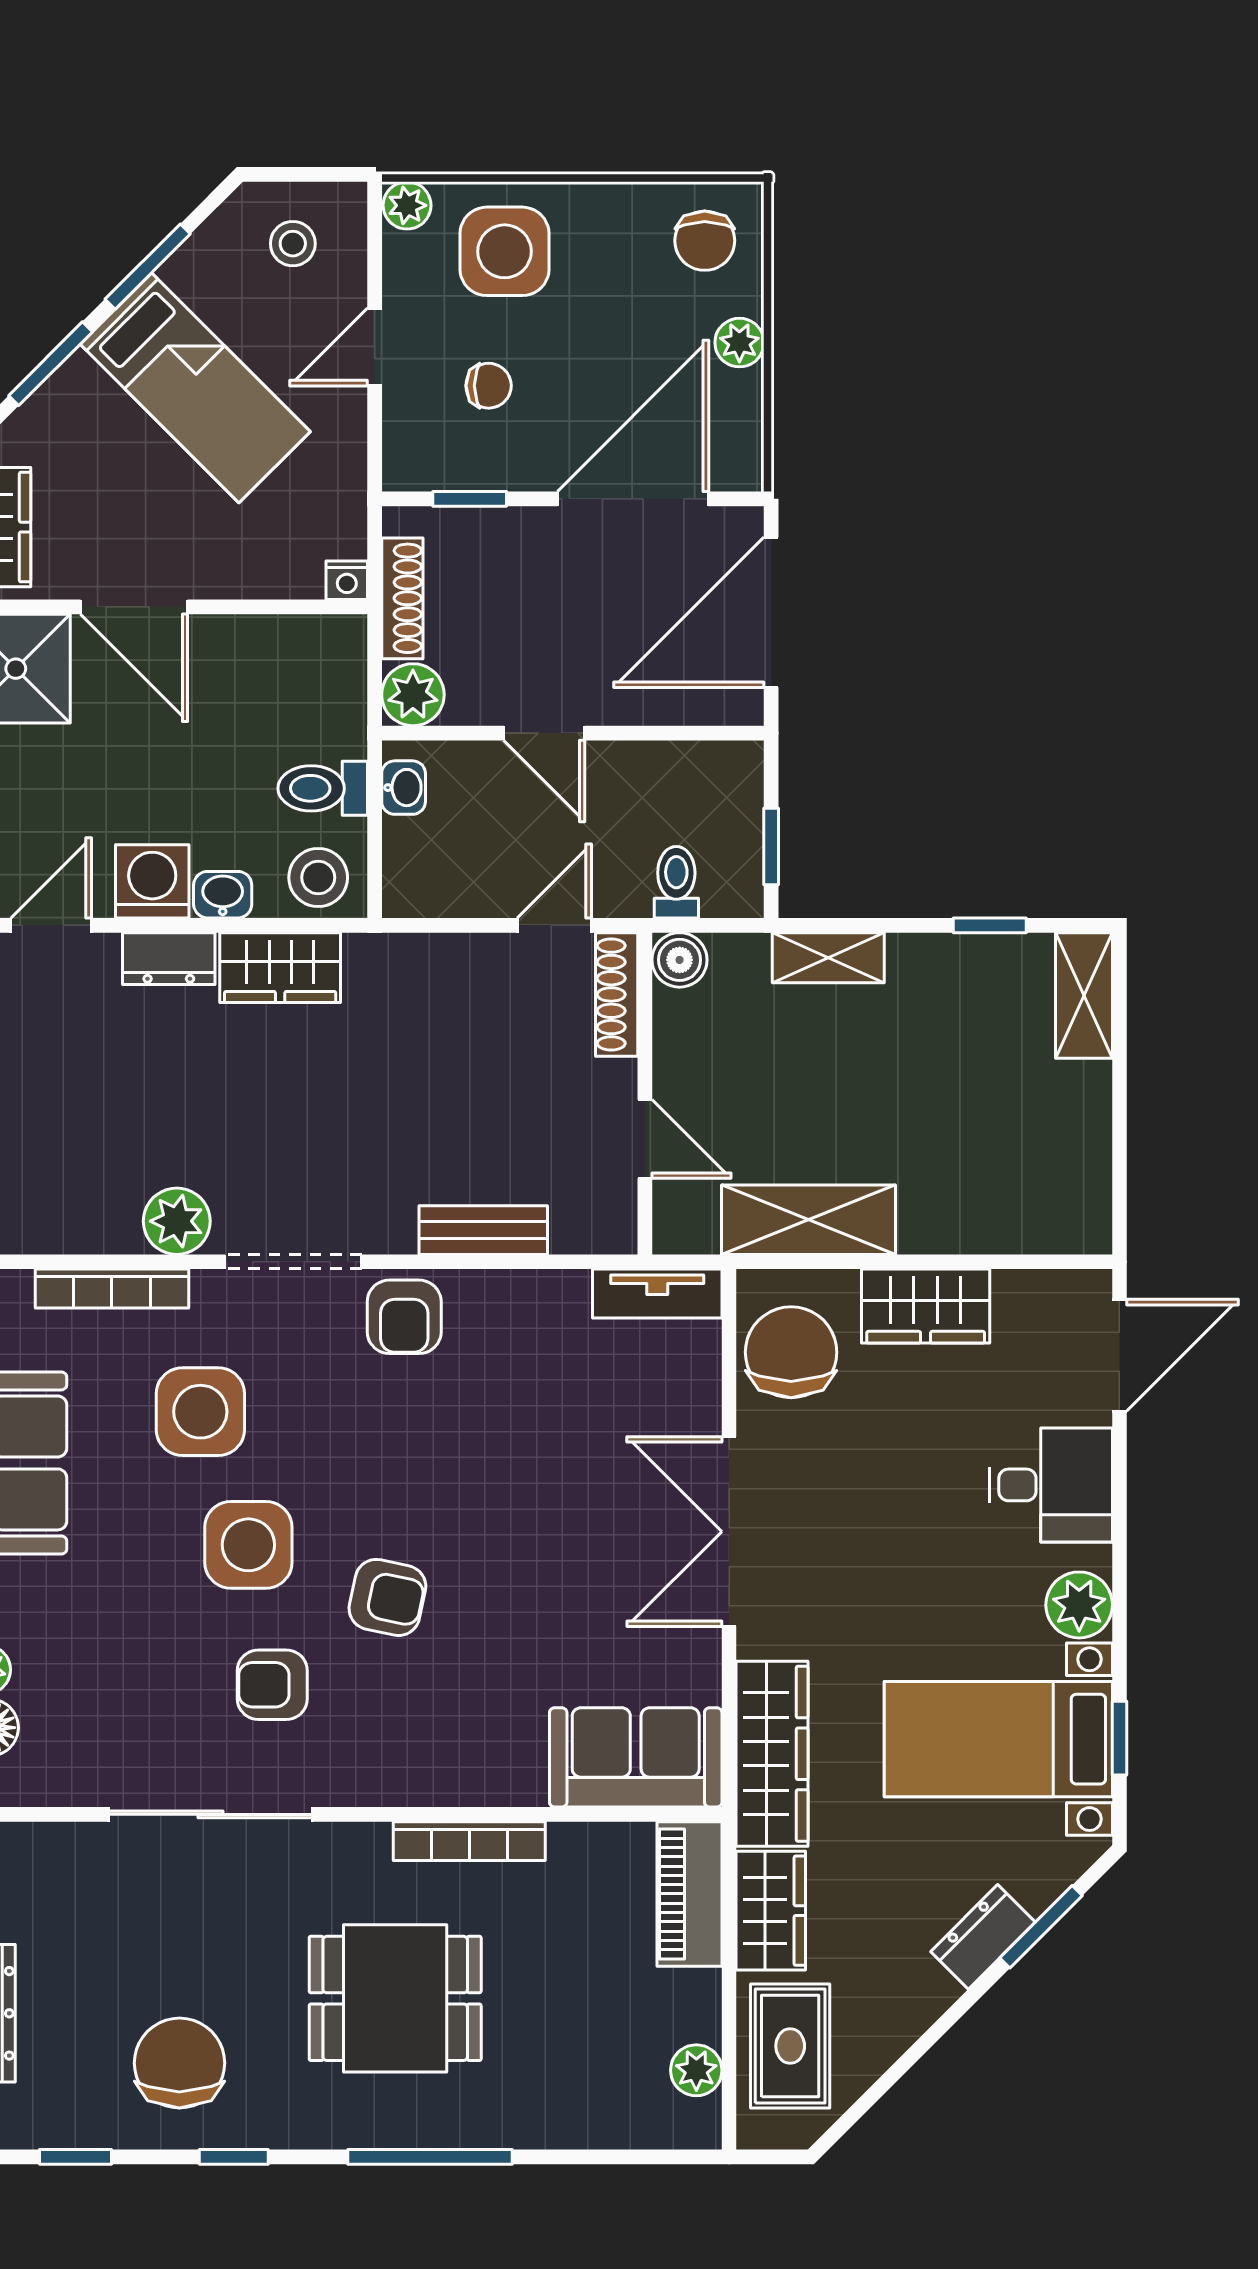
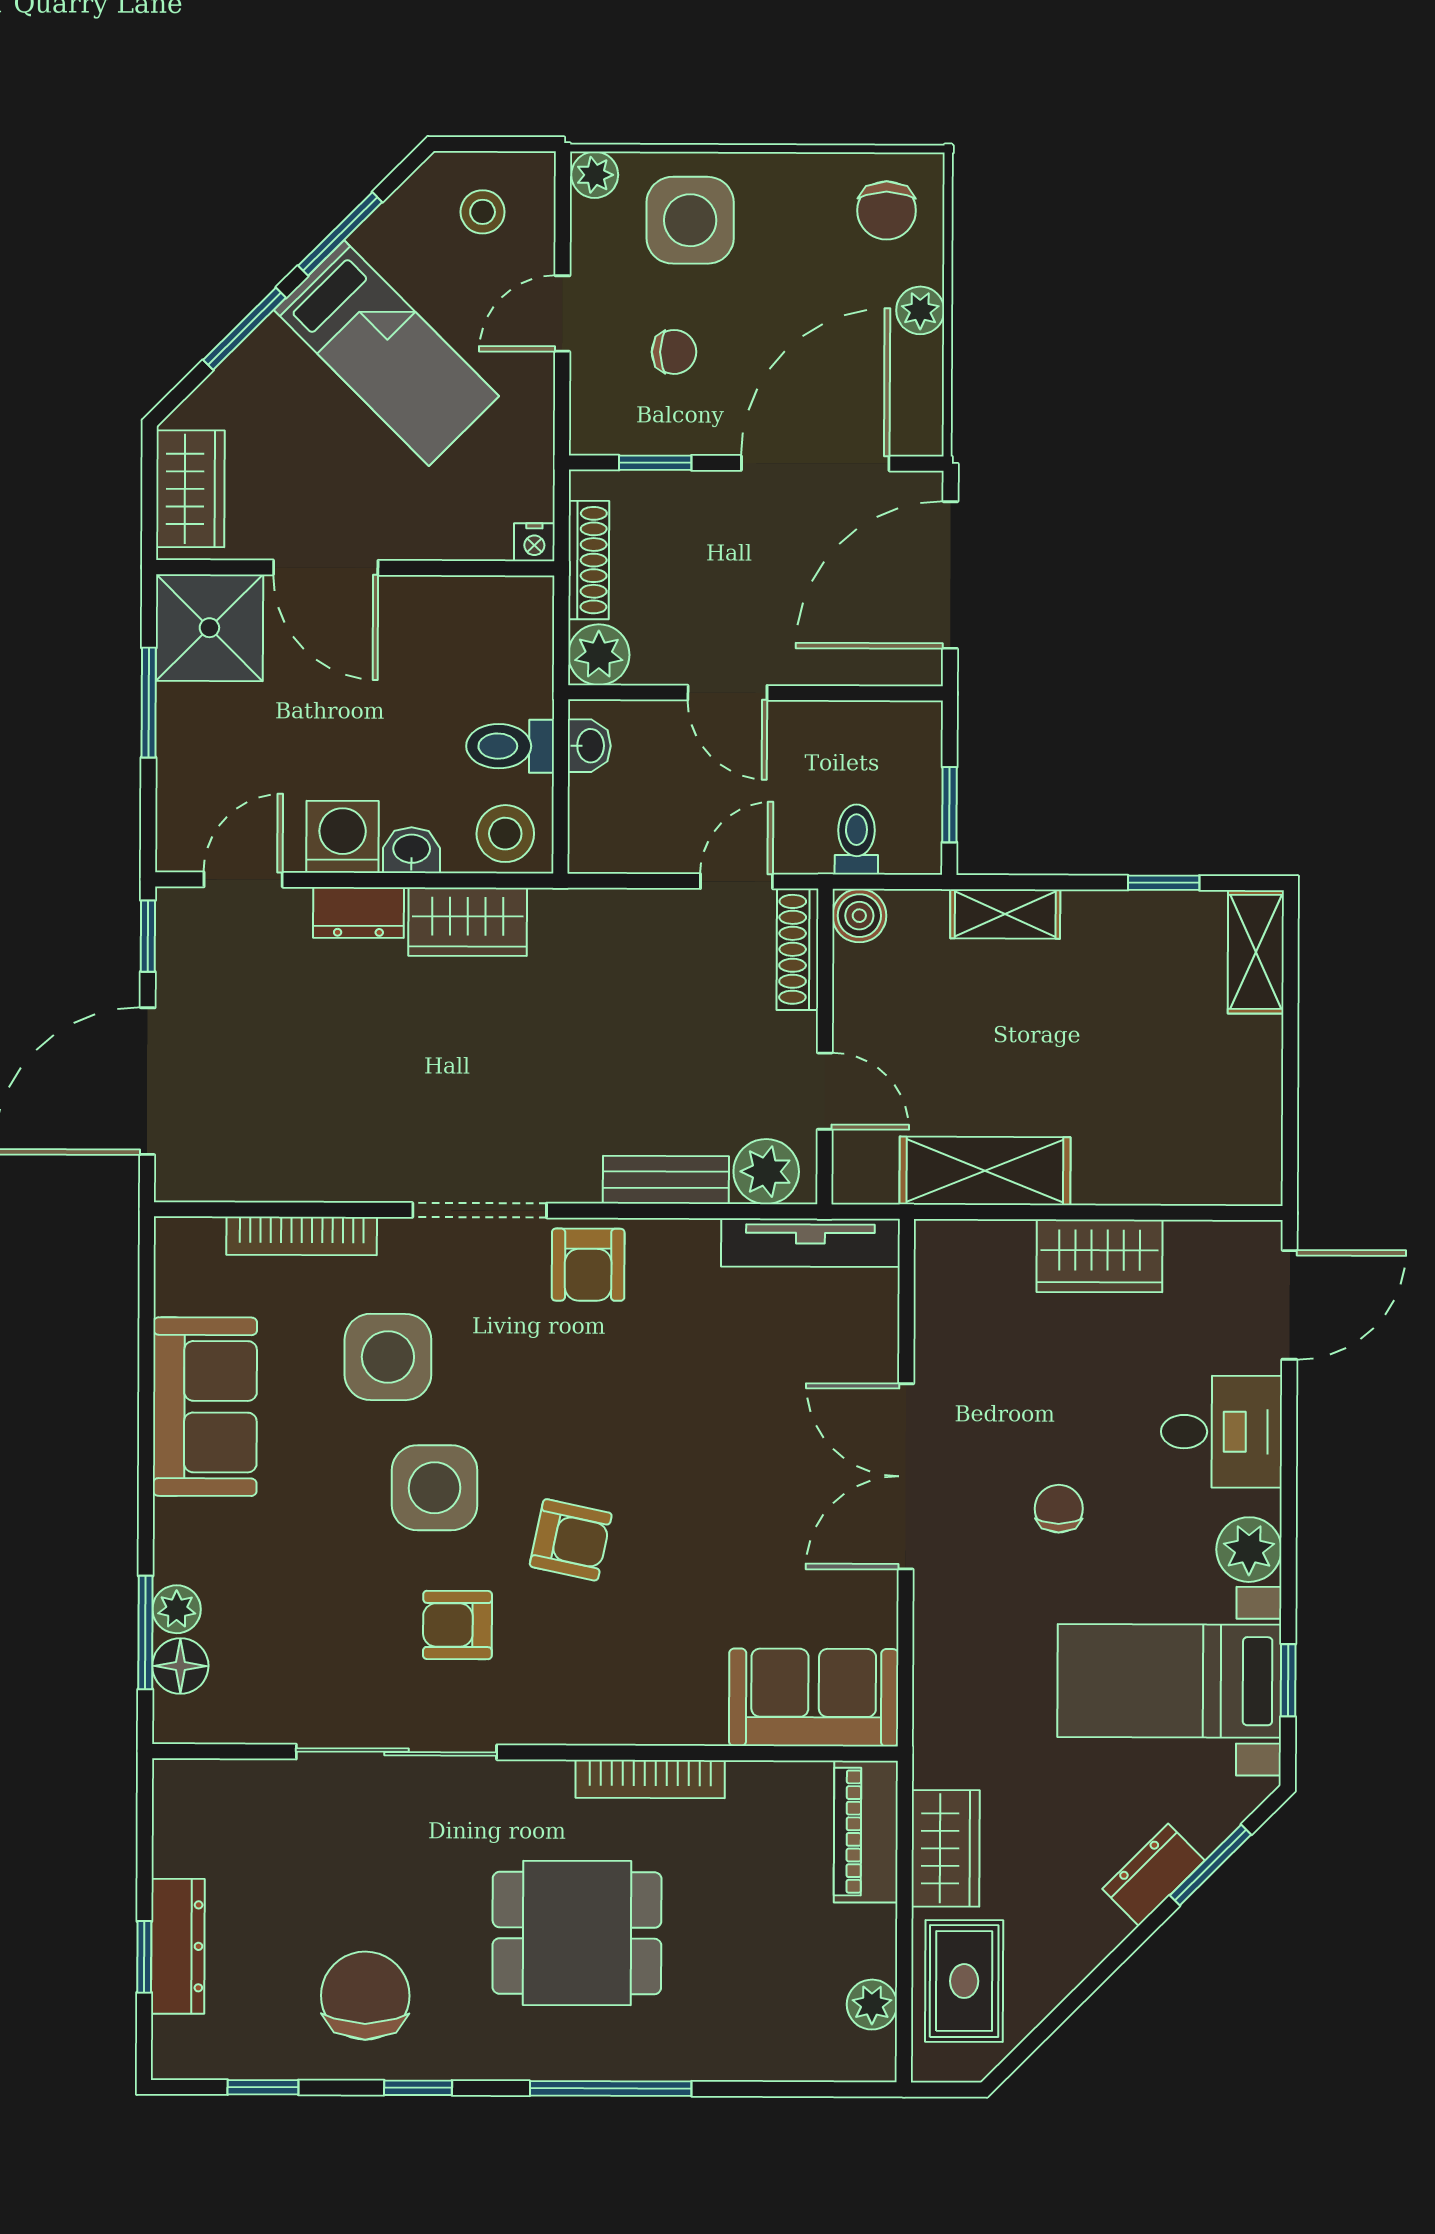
plant: (177, 1221) -> (766, 1172), moved
tv unit: (657, 1294) -> (810, 1243), width x1.41
chair: (791, 1352) -> (1059, 1509), moved, width x0.54, depth x0.54
wardrobe: (772, 1754) -> (947, 1694), removed

